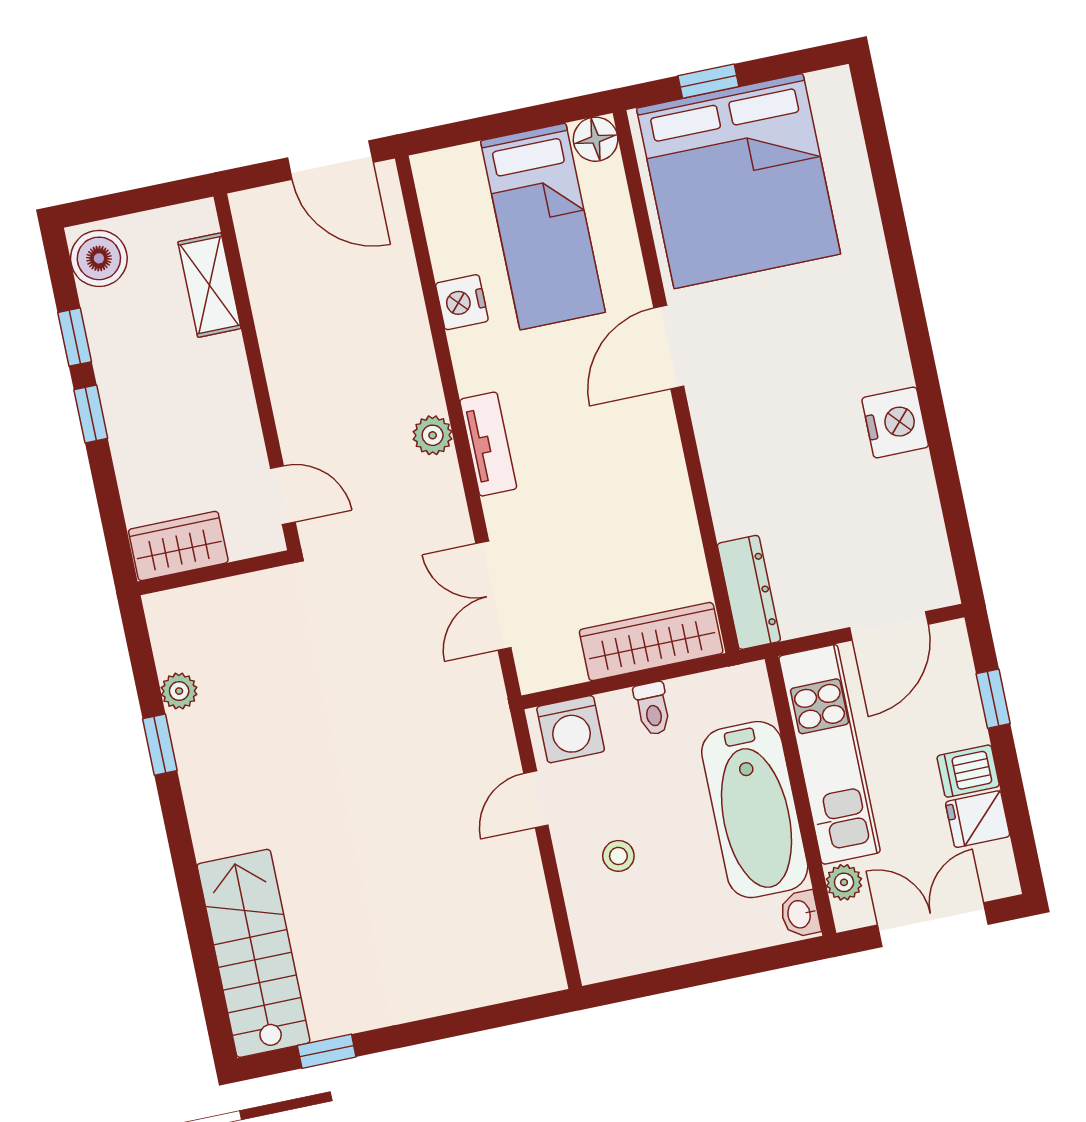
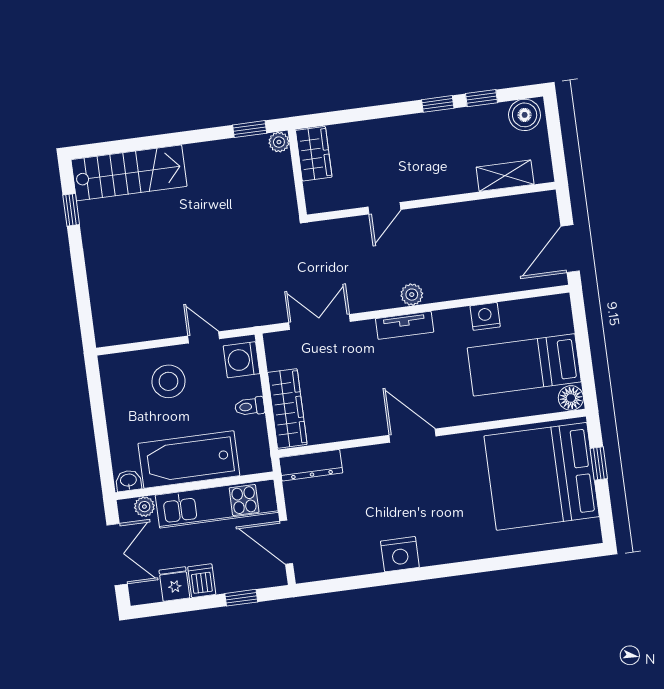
door: (669, 347) -> (413, 436), moved
wardrobe: (178, 546) -> (314, 154), moved
wall: (214, 573) -> (297, 173), moved
stool: (618, 856) -> (169, 381), width x1.89, depth x1.89

